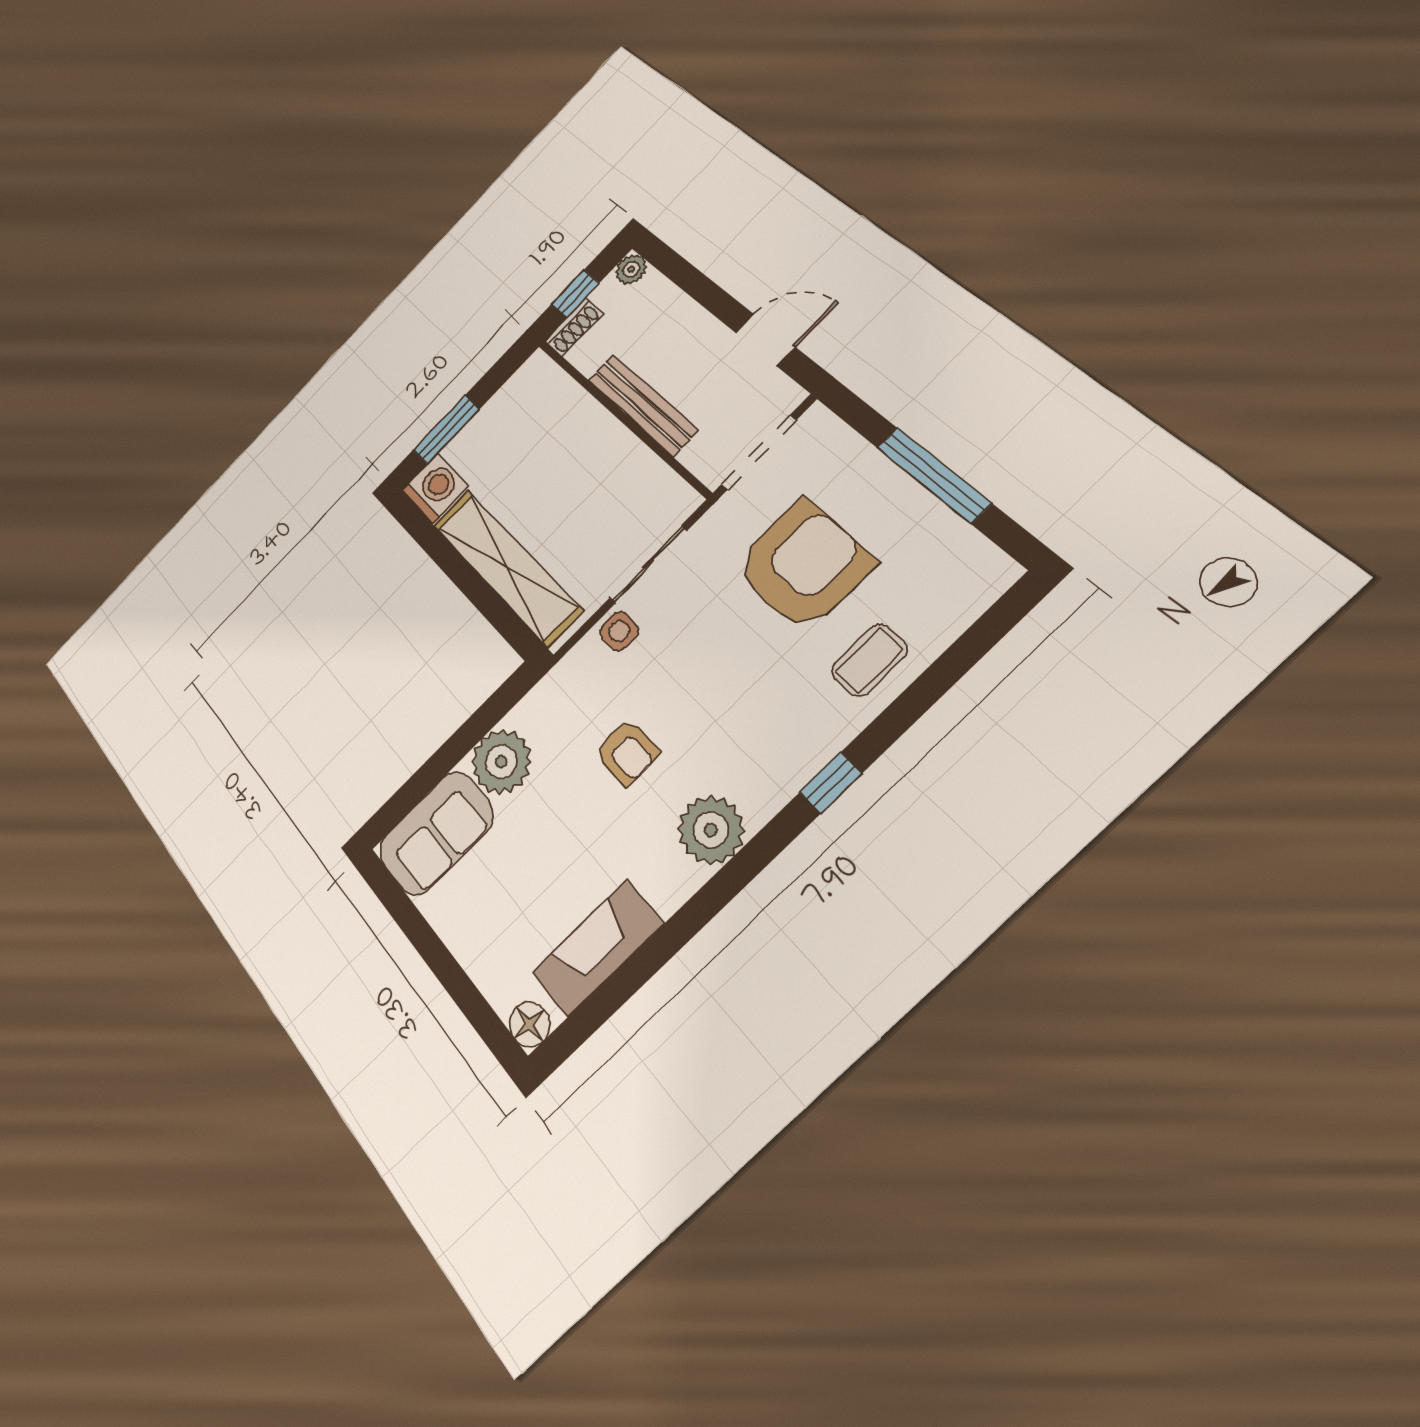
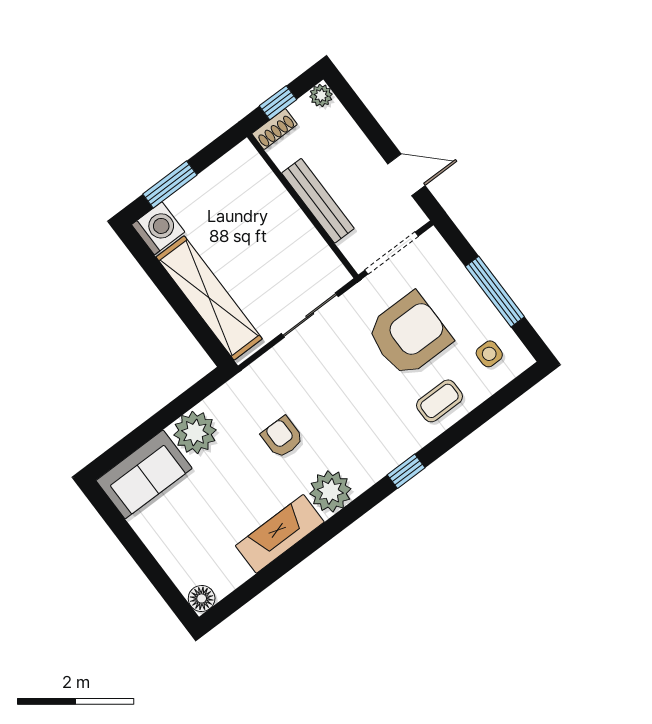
side table: (619, 631) -> (489, 354), moved
armchair: (627, 752) -> (282, 437), turned 180
fireplace: (597, 948) -> (280, 534), moved

